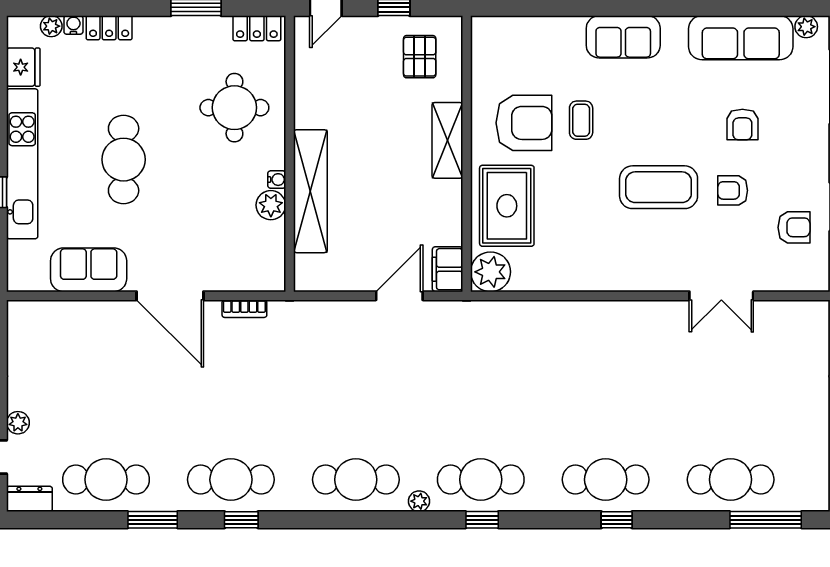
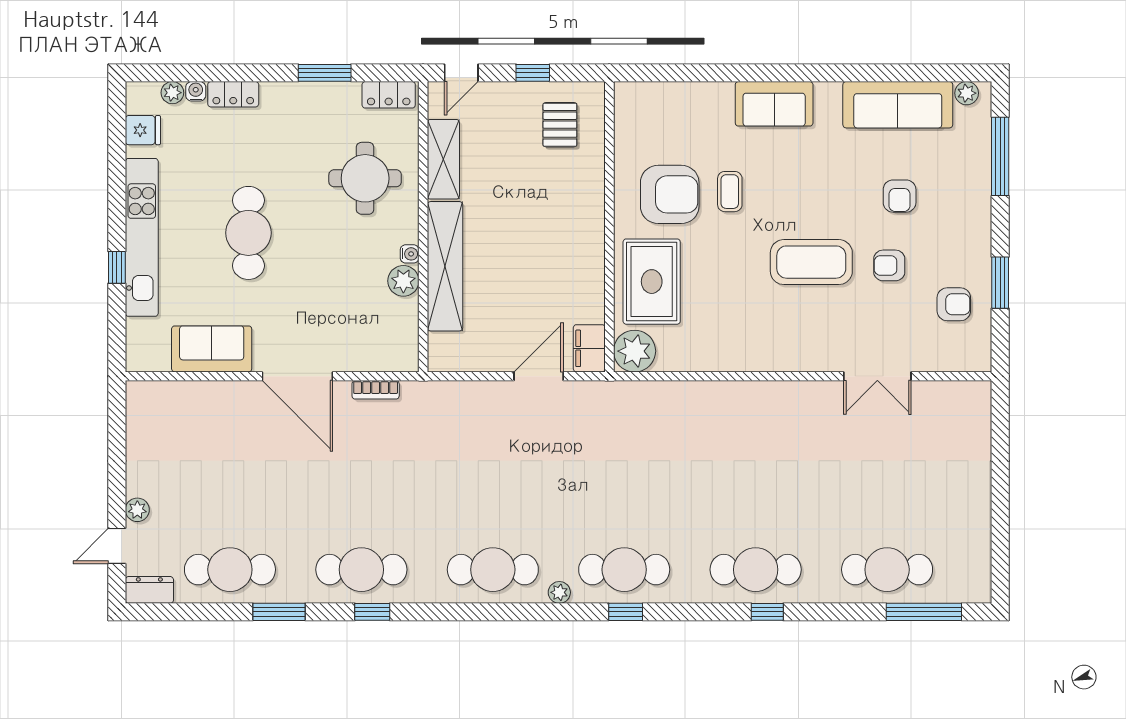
fridge: (23, 67) -> (143, 130), width x0.72
shelving: (447, 140) -> (443, 159), moved

